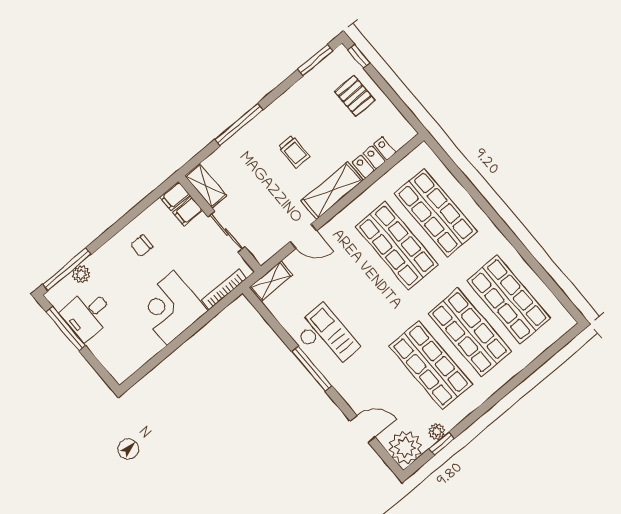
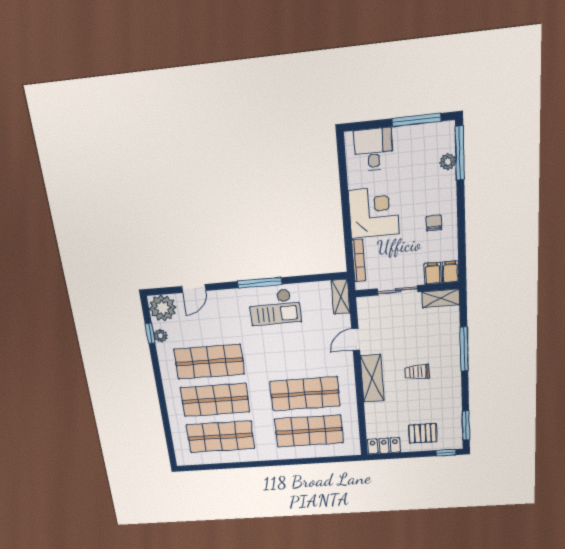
locker: (374, 157) -> (384, 446), moved, turned -90
desk: (87, 314) -> (373, 150), moved

